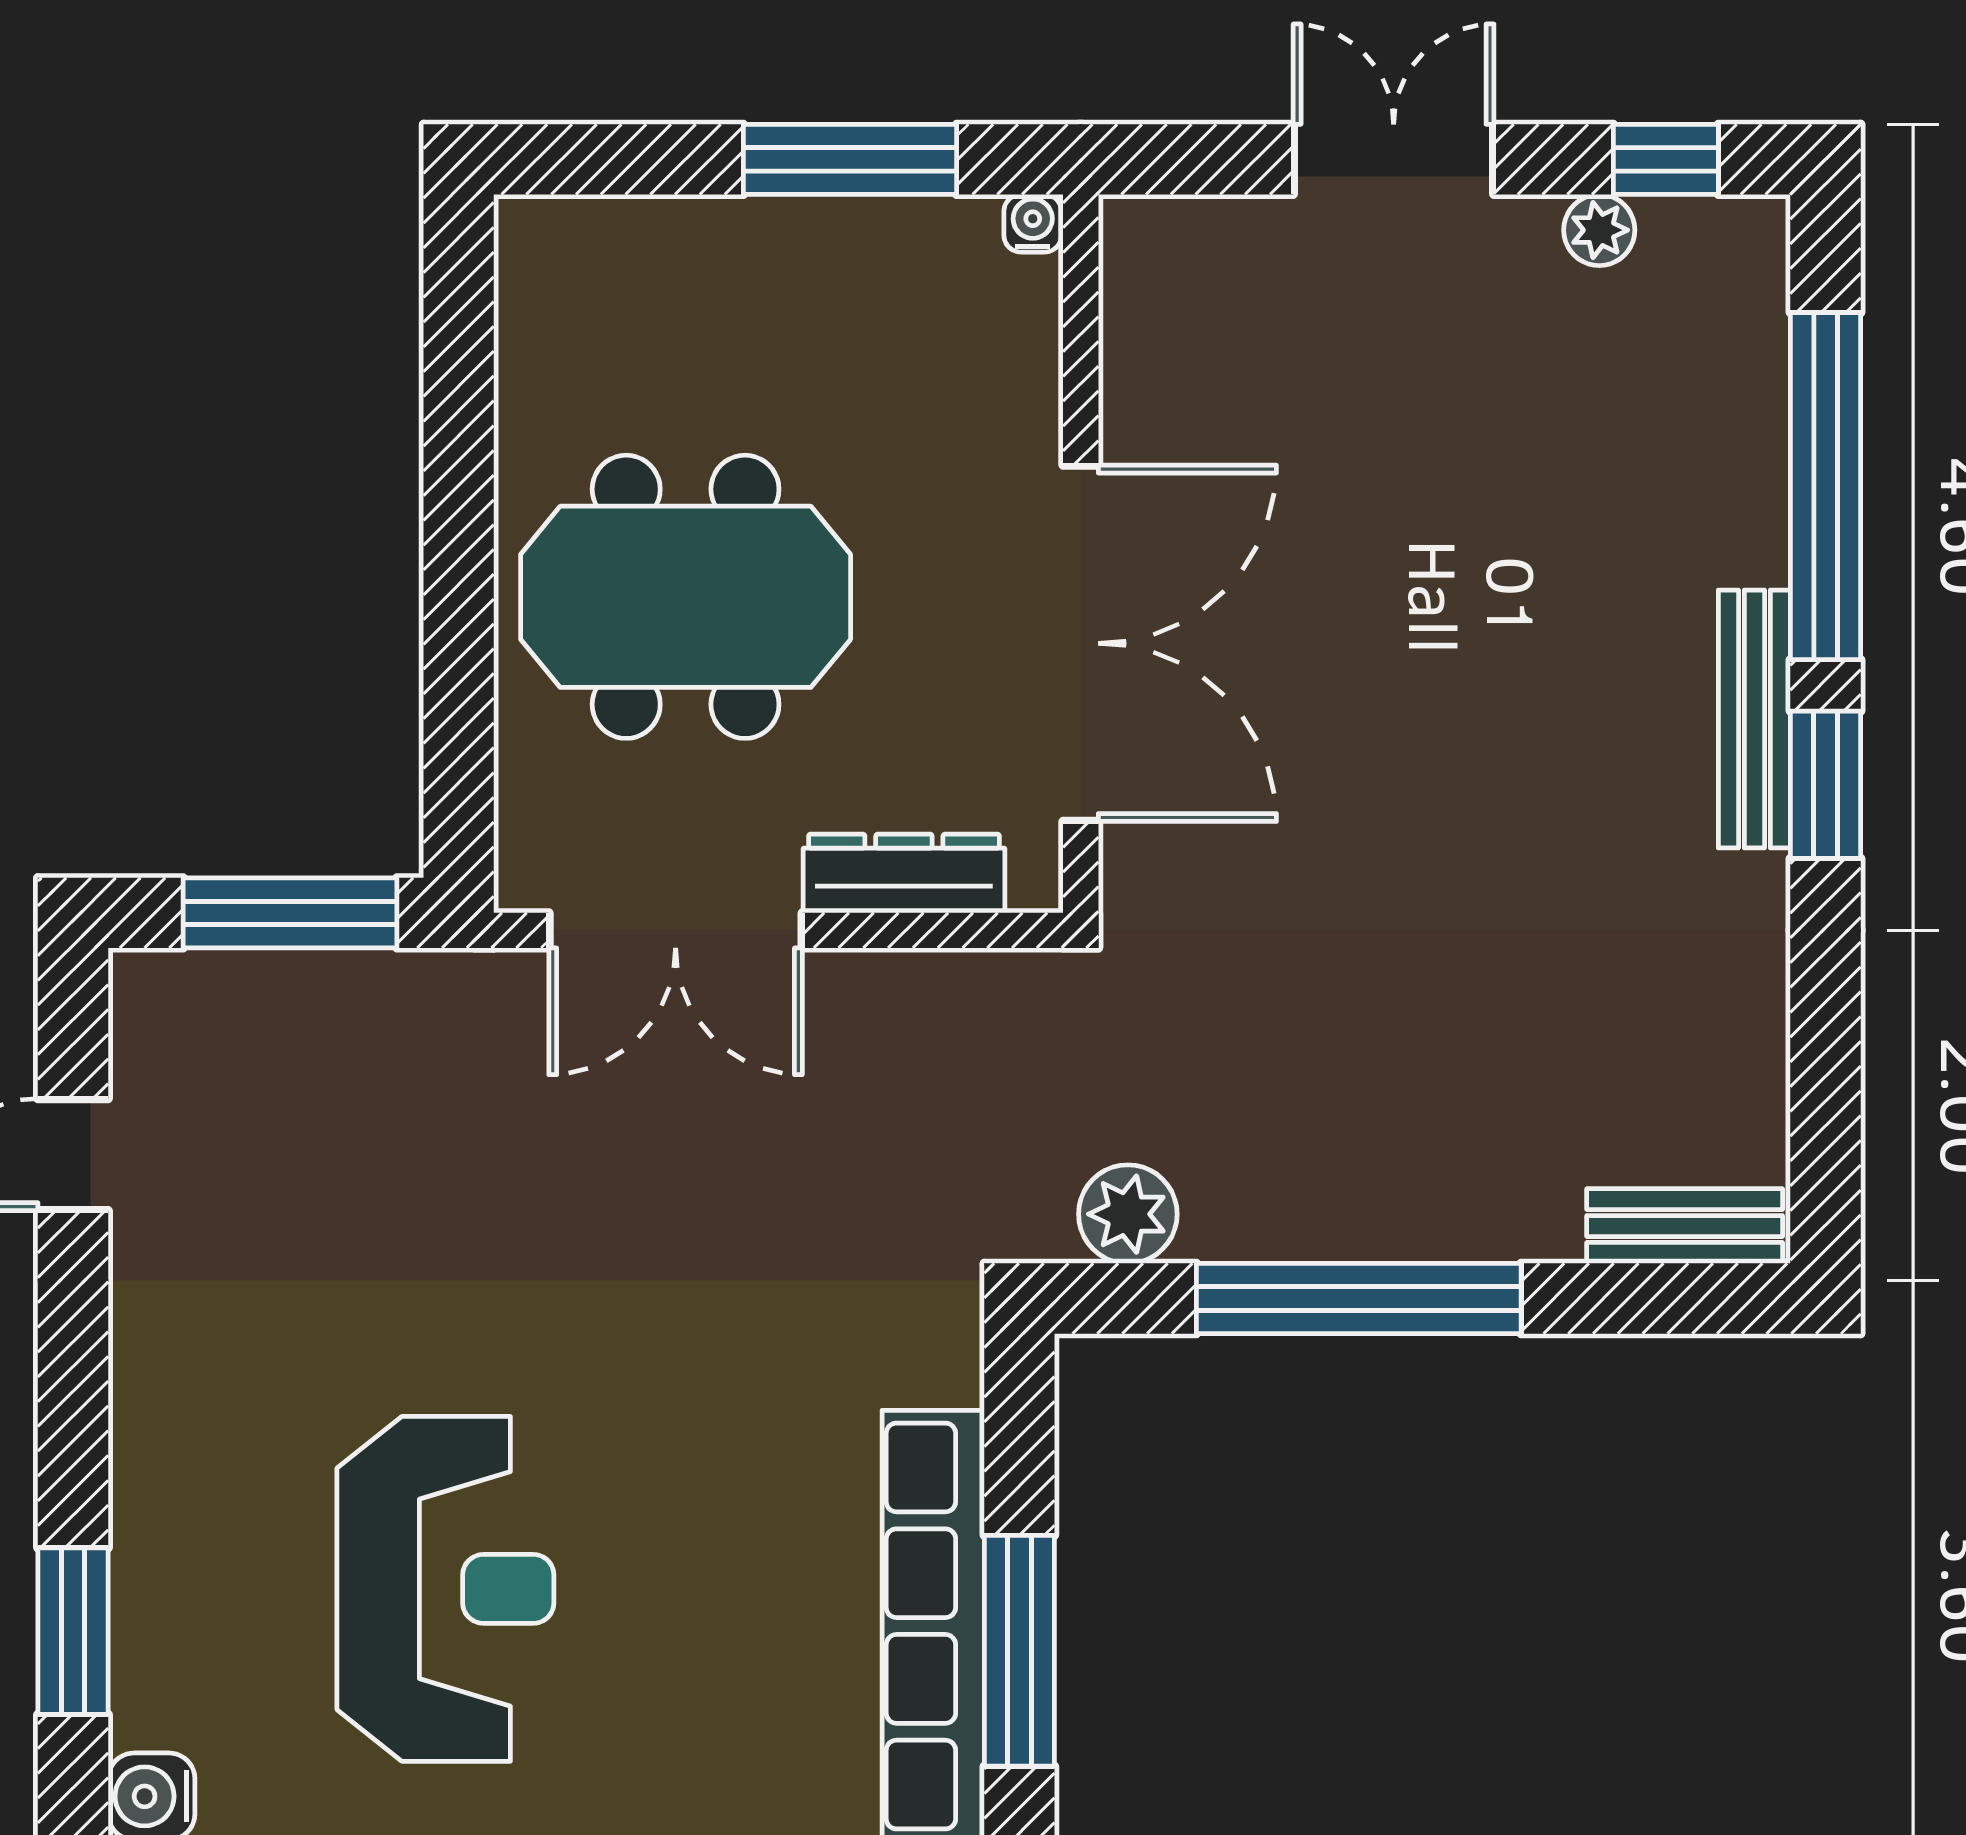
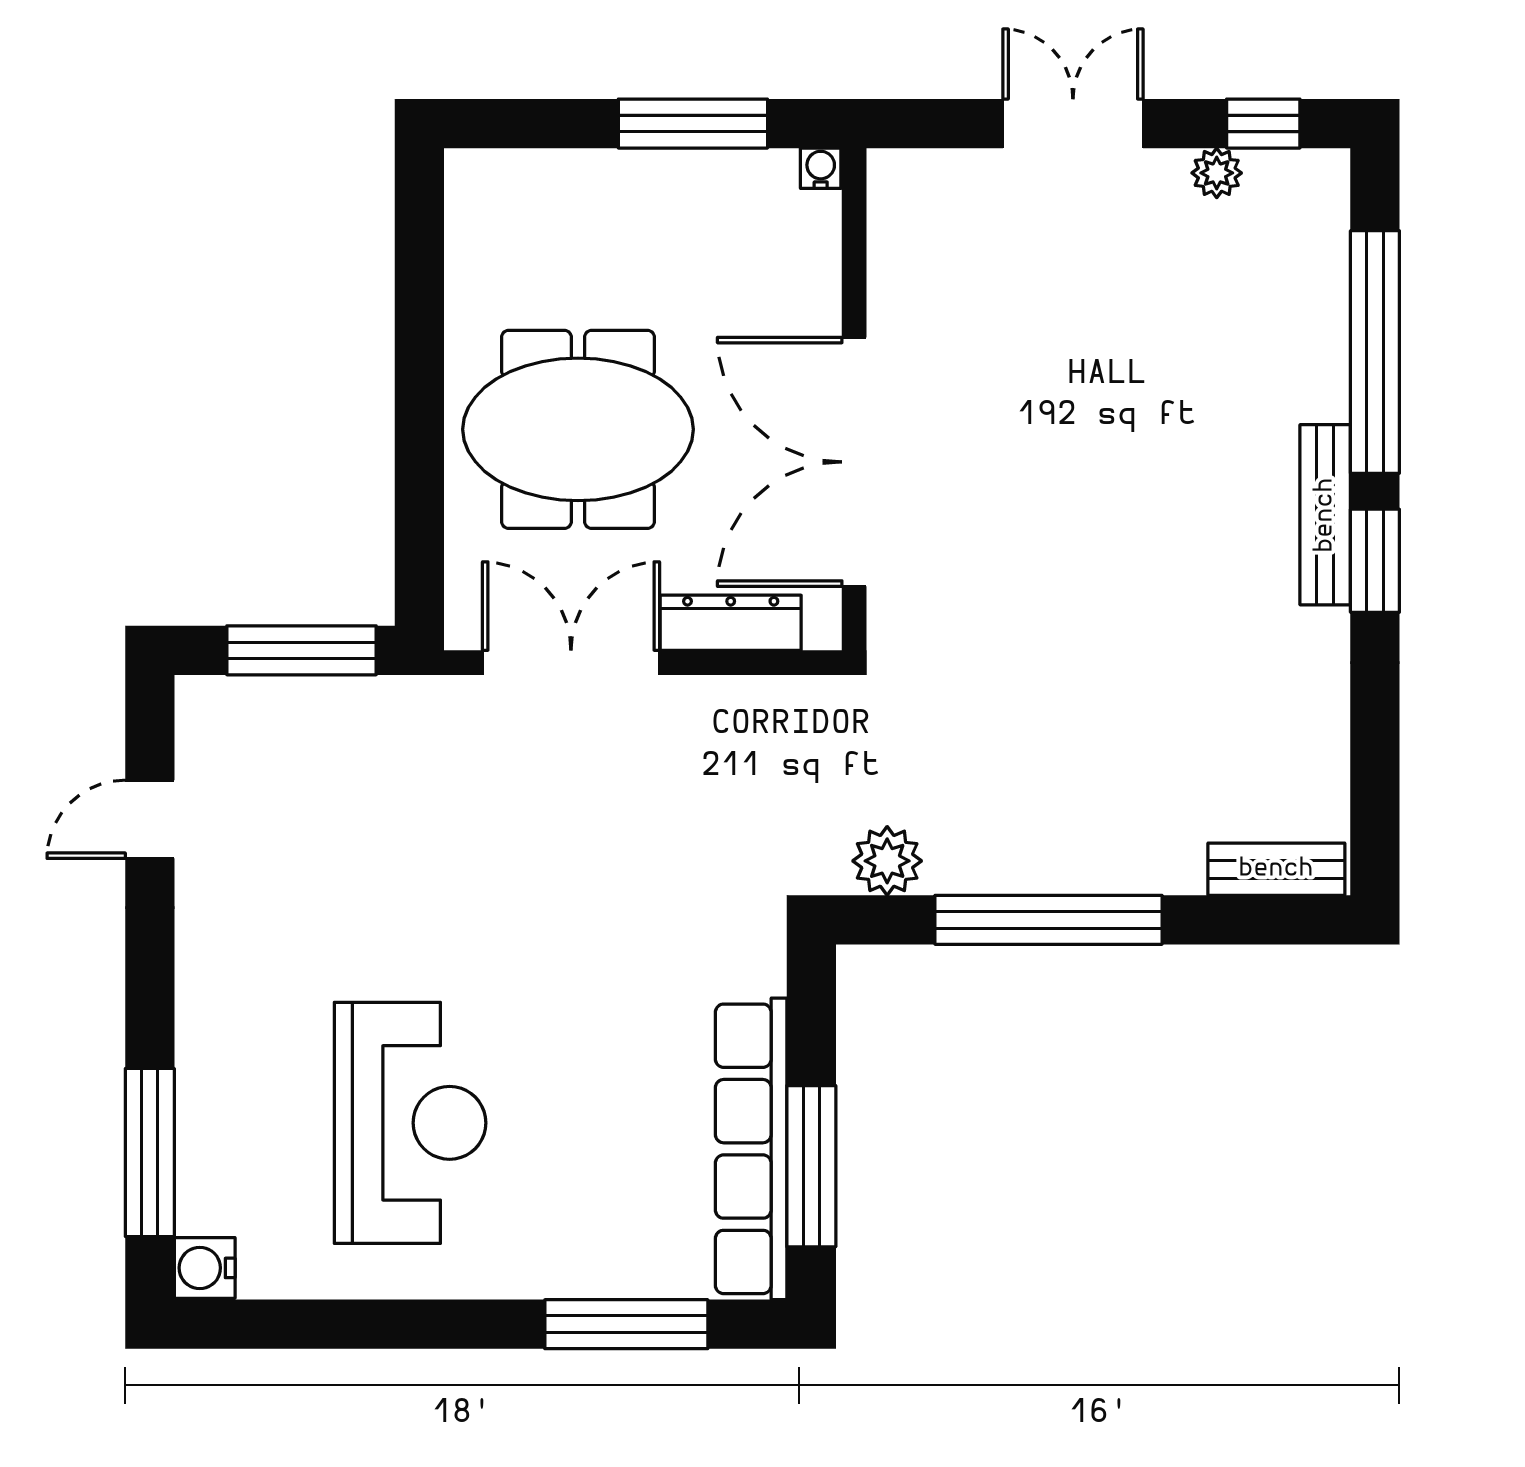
double door: (1081, 643) -> (854, 462), swing flipped
double door: (676, 930) -> (571, 663), swing flipped
window: (73, 1631) -> (150, 1152), width x1.44

